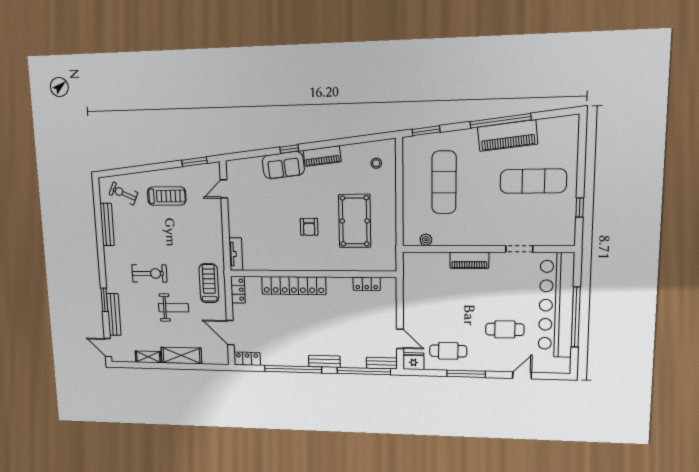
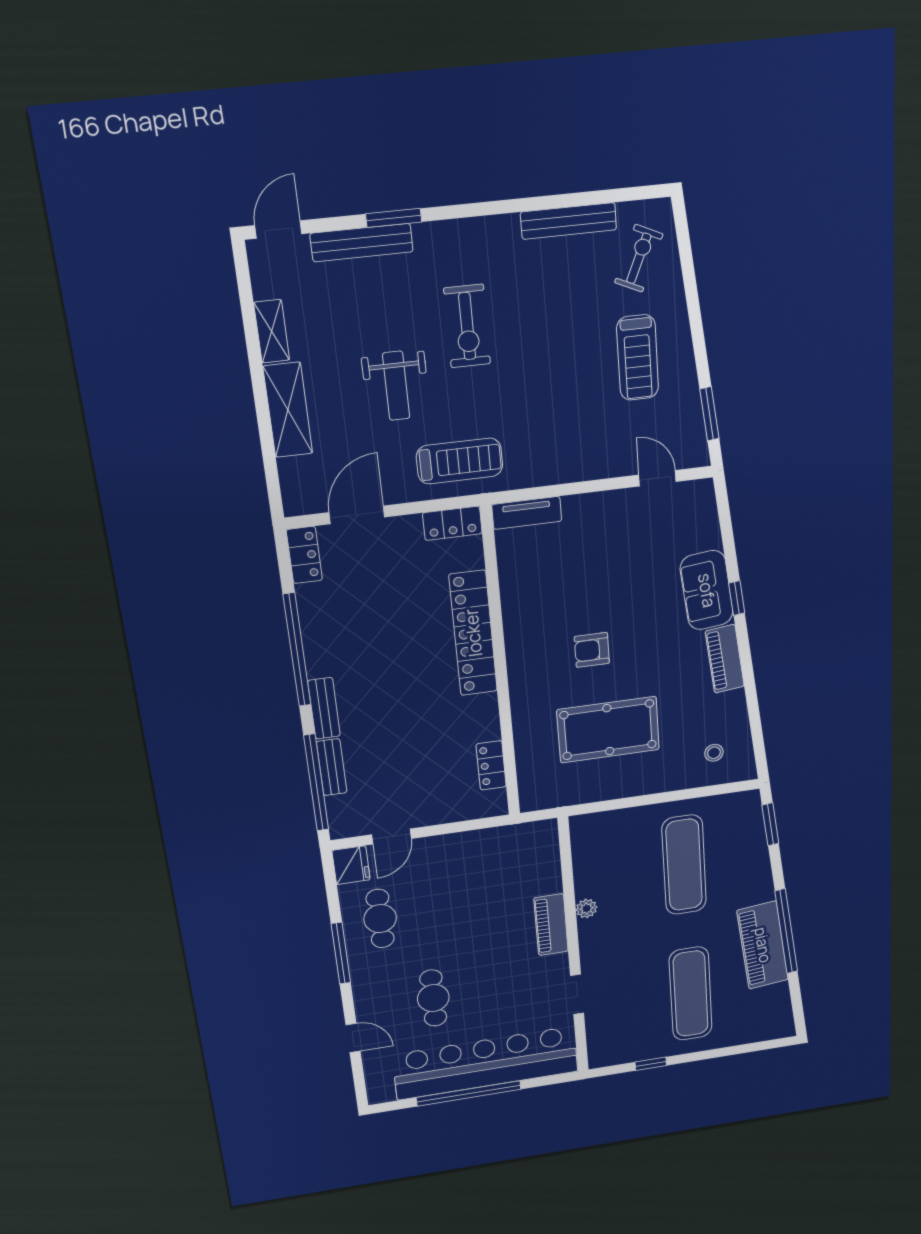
exercise mat: (444, 182) -> (684, 865), turned 90
plant: (426, 240) -> (586, 908), moved
bench: (382, 363) -> (332, 767), moved

